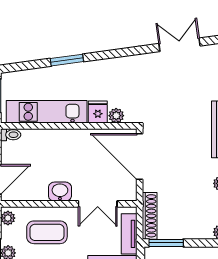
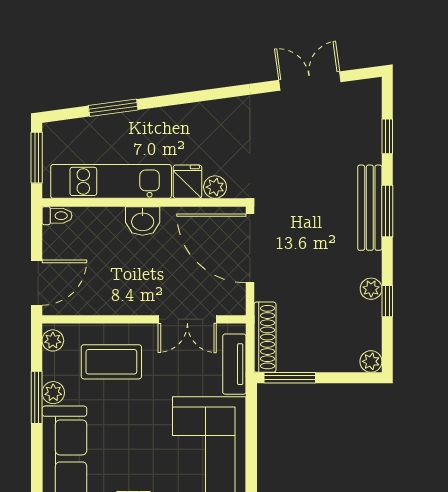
window: (67, 60) -> (113, 108), moved
washbasin: (60, 192) -> (143, 221), moved, turned 180

